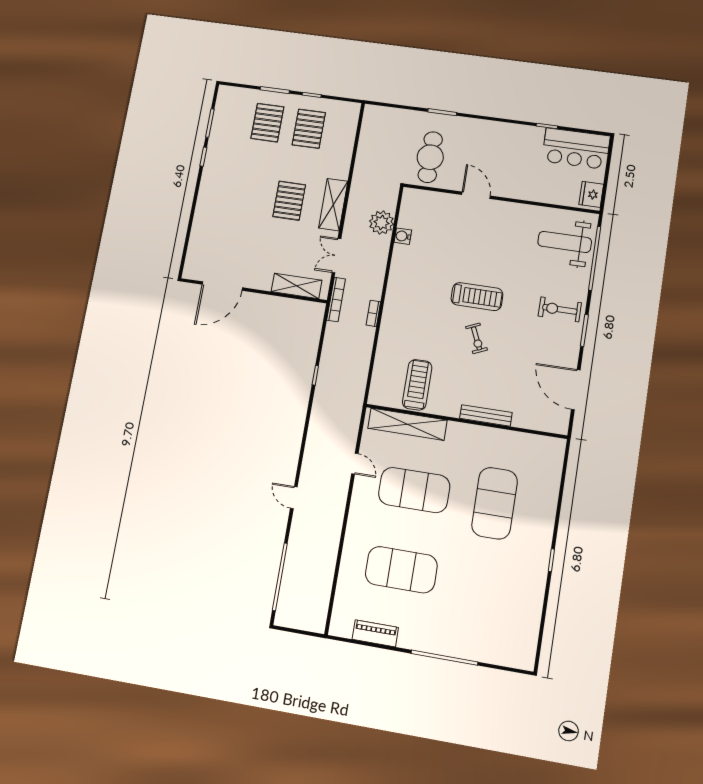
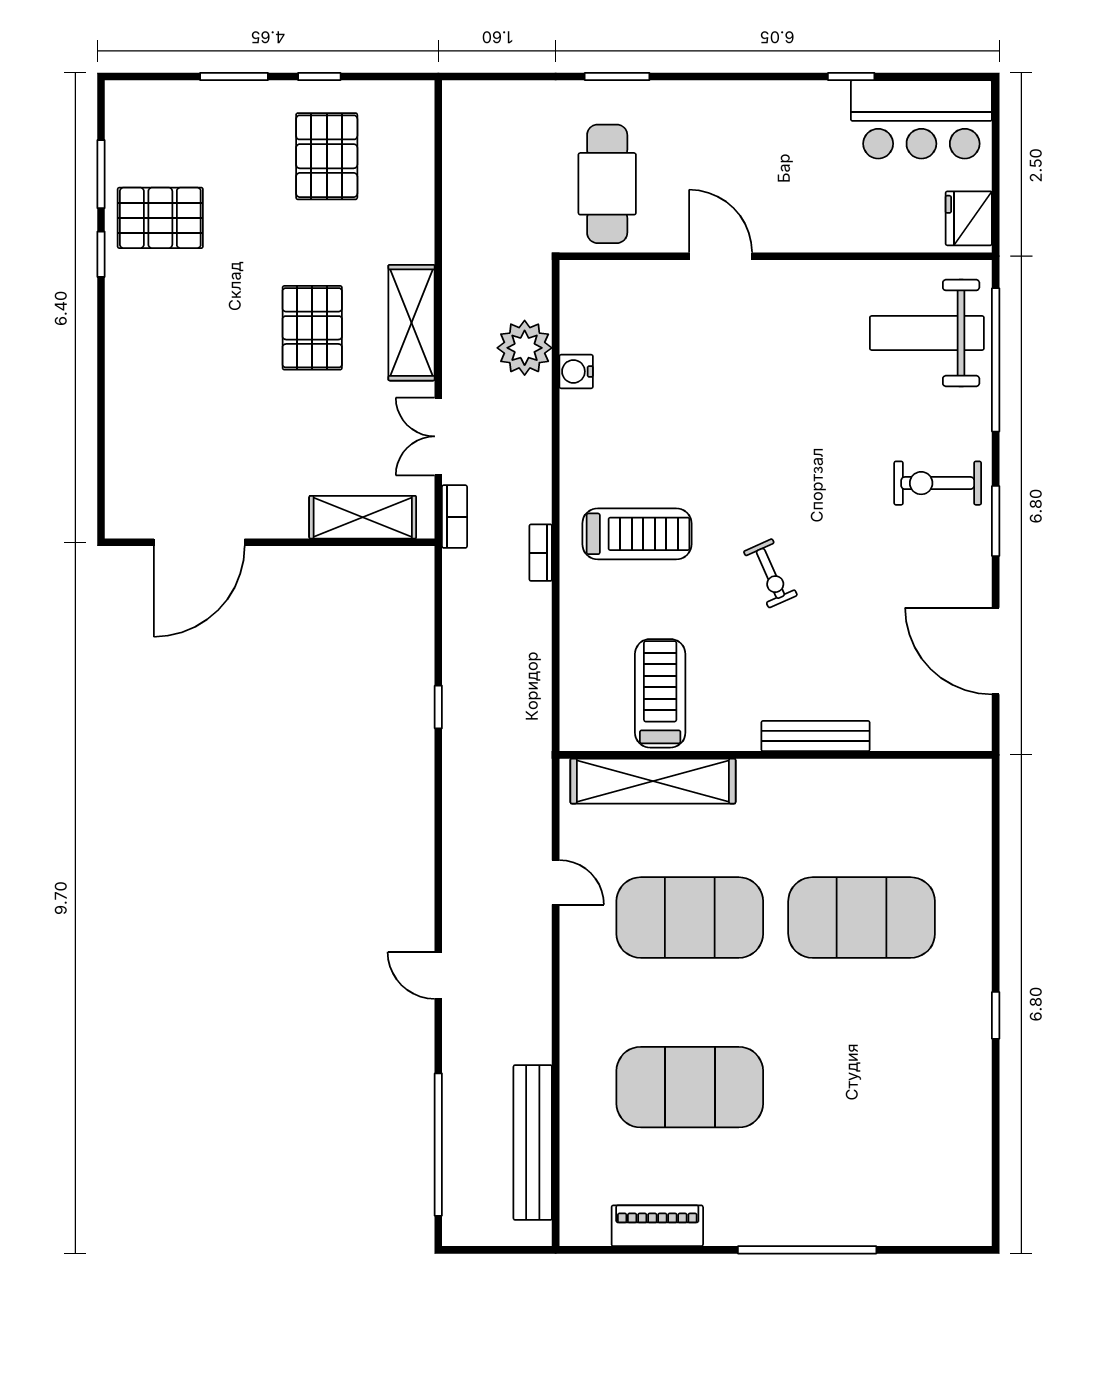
pallet: (267, 123) -> (160, 218), moved, turned 90
treadmill: (477, 297) -> (637, 534), moved
bookcase: (336, 299) -> (455, 517), width x0.64
exercise mat: (495, 503) -> (862, 918), turned 90
bench: (324, 583) -> (533, 1143), added

